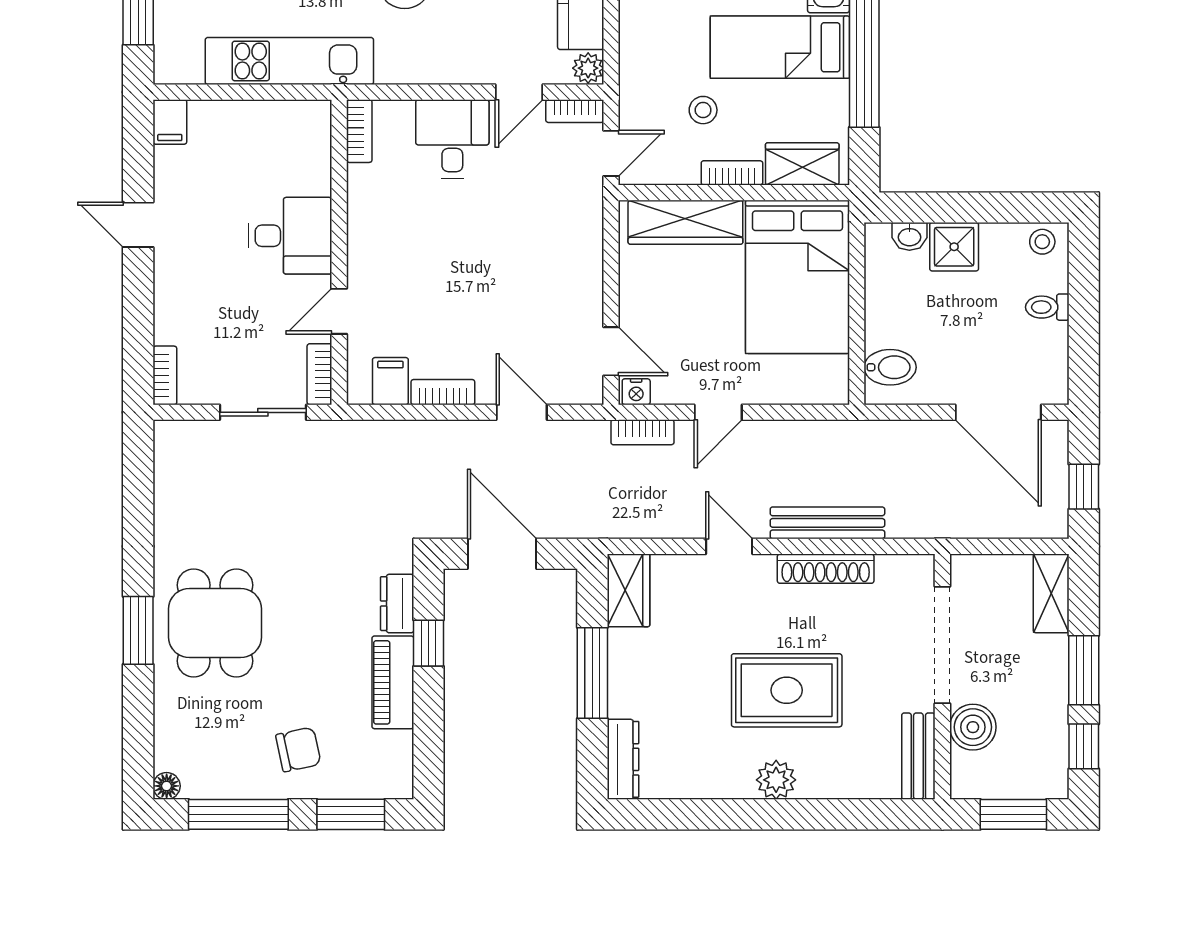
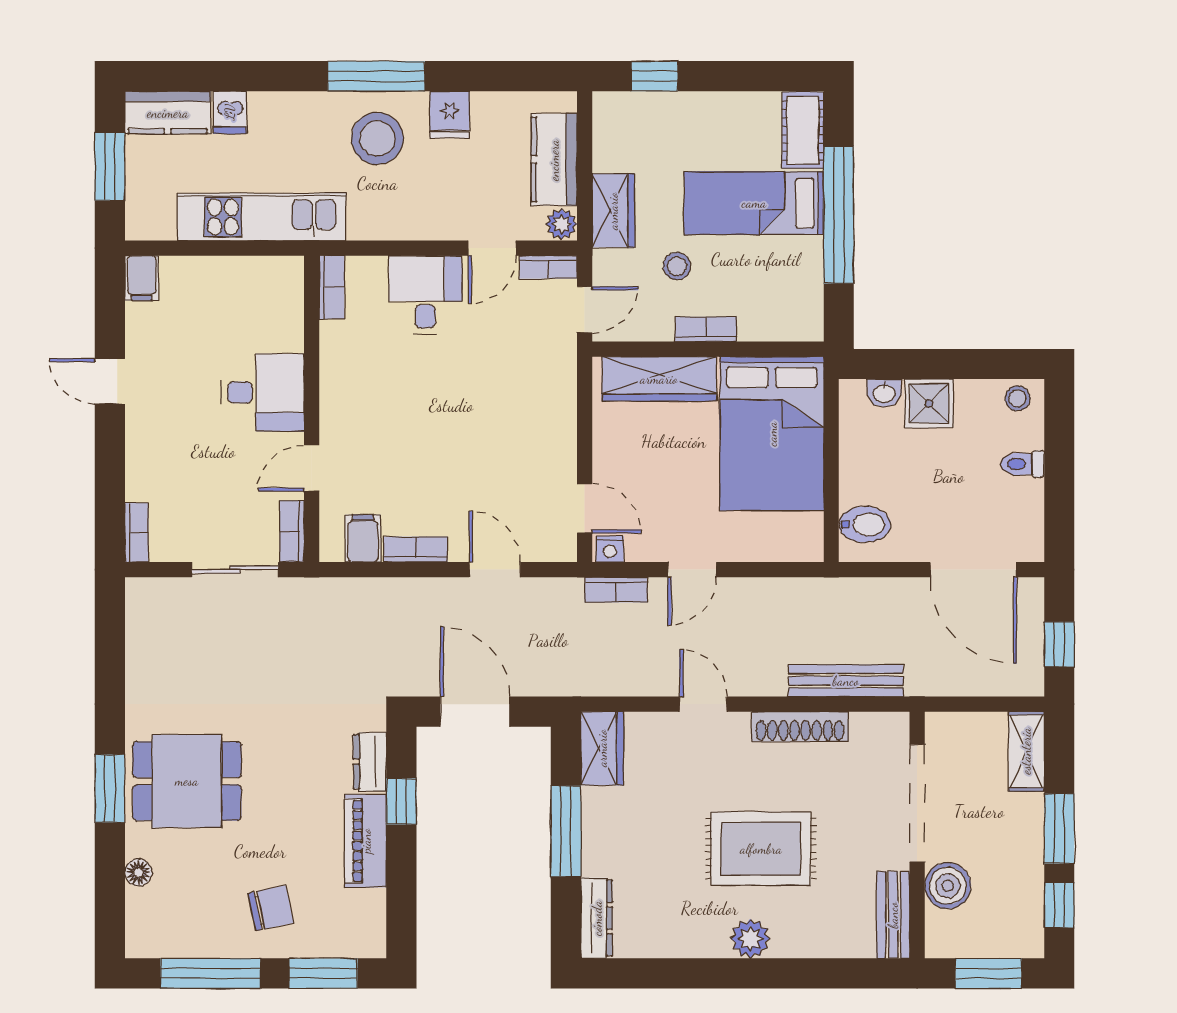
wardrobe: (802, 164) -> (613, 211), moved, turned 90
bench: (827, 523) -> (846, 681), moved
dining table: (215, 623) -> (187, 781), turned 90
floor lamp: (167, 786) -> (138, 873), moved

